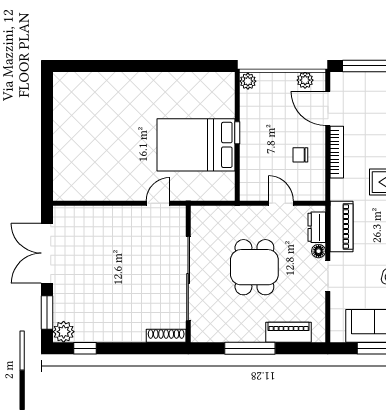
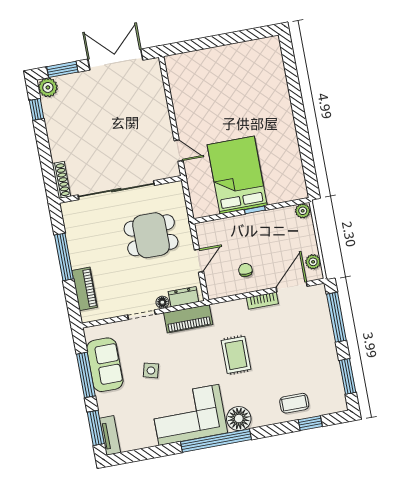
bookcase: (337, 152) -> (262, 301), width x0.64
dining table: (254, 267) -> (151, 235), moved

